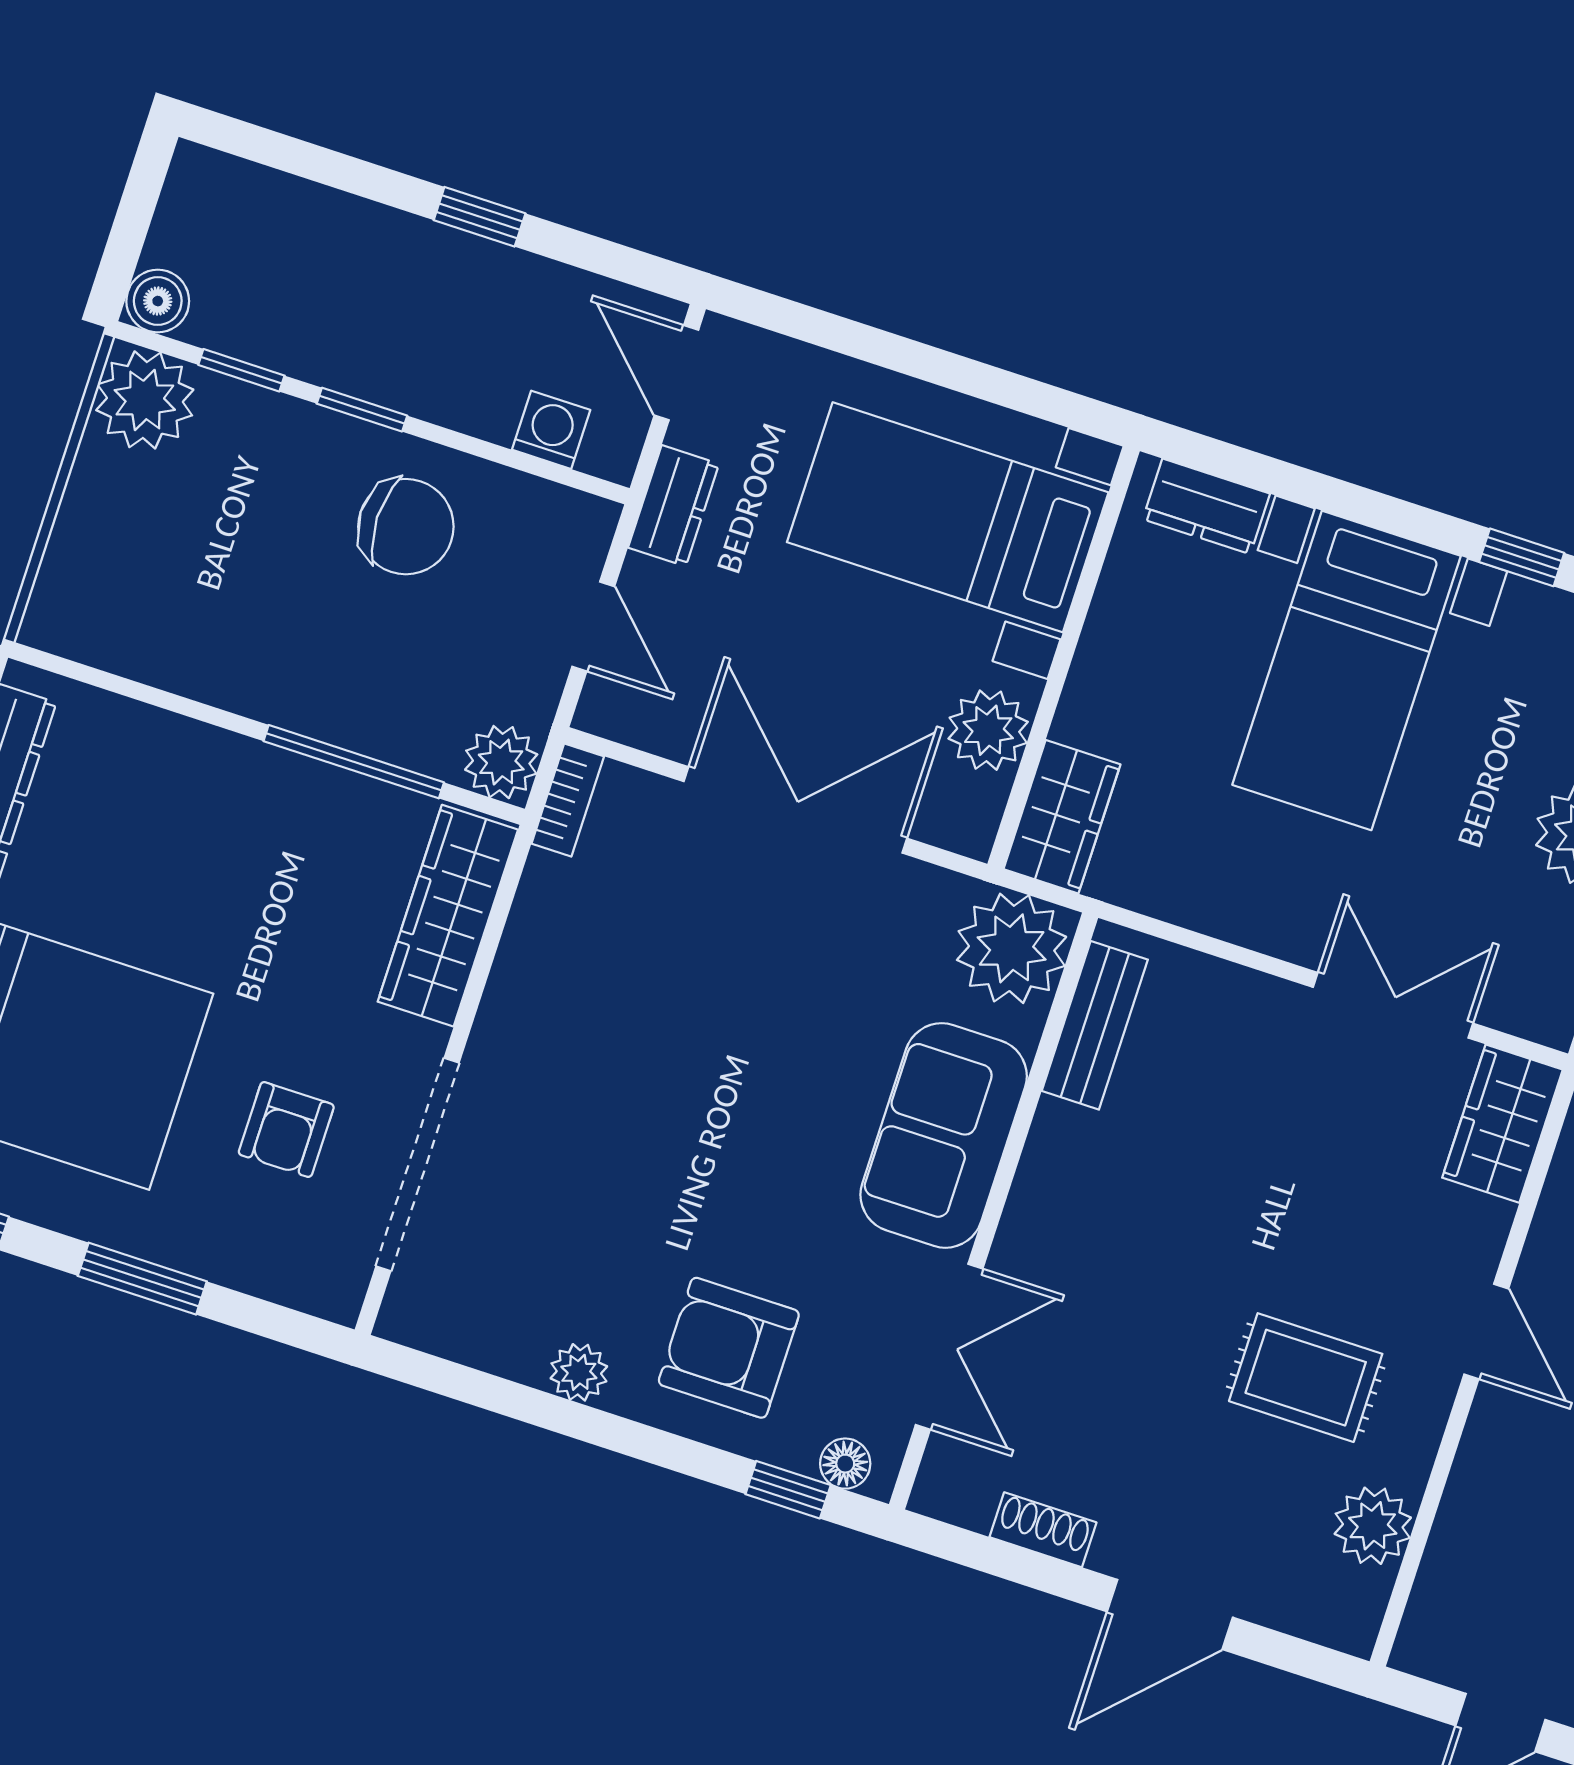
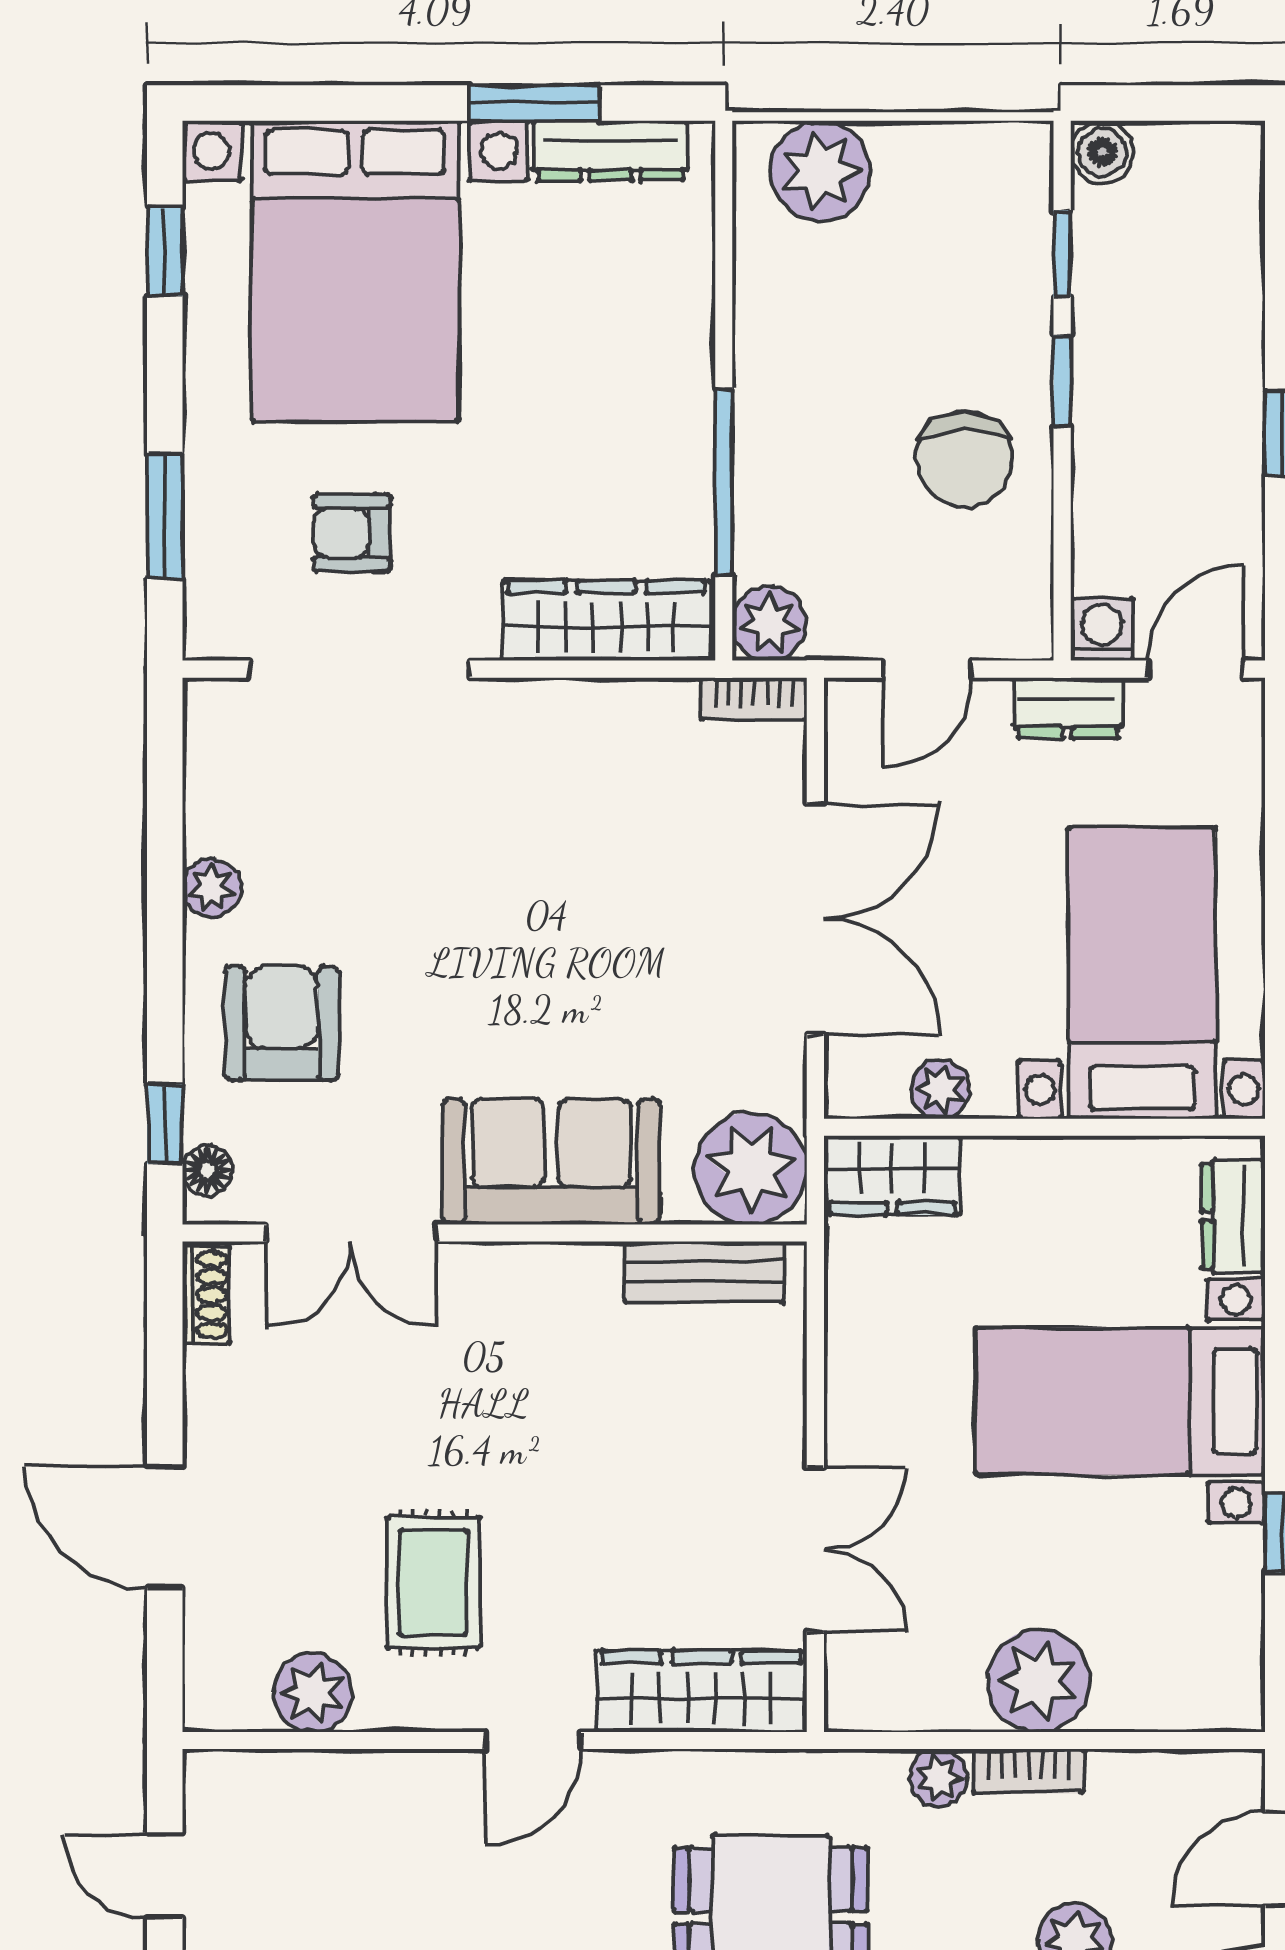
plant: (145, 400) -> (821, 171), moved
washing machine: (551, 430) -> (1102, 629), moved, turned -90
plant: (988, 730) -> (940, 1089), width x0.73, depth x0.73
wardrobe: (1503, 1124) -> (701, 1691), width x1.50
window: (142, 1279) -> (165, 516), moved
shoe rack: (1043, 1530) -> (206, 1295), moved

